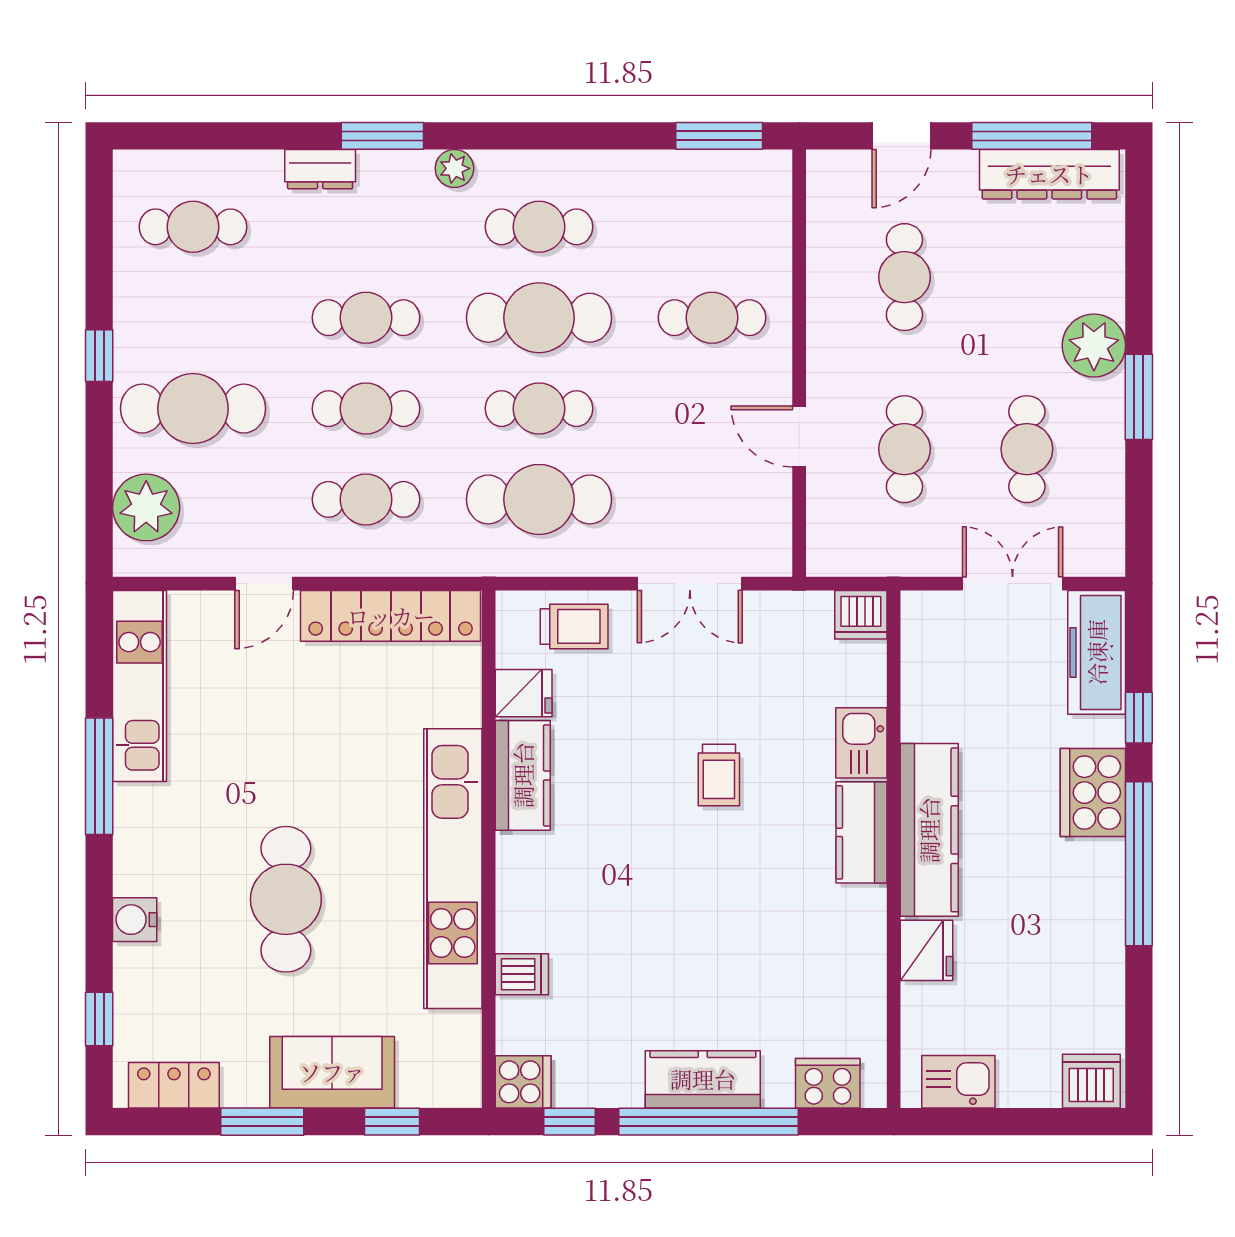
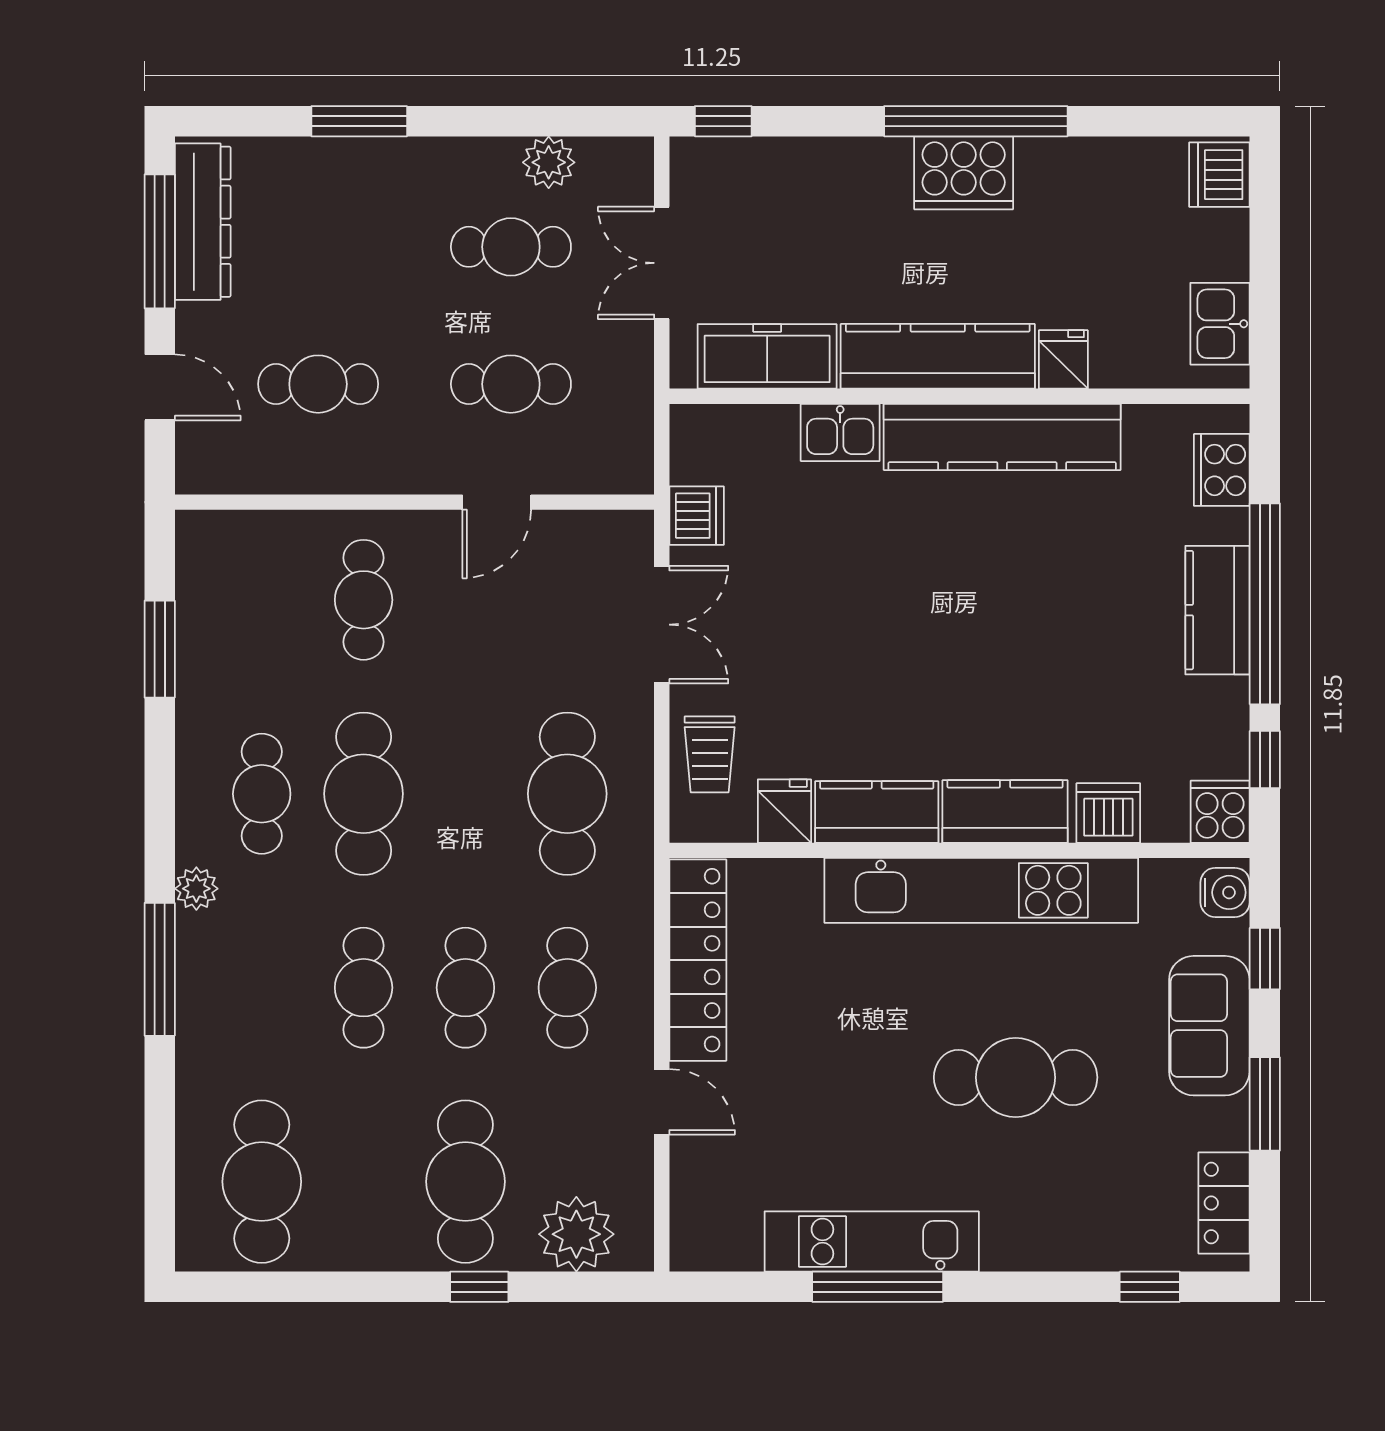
window: (382, 136) -> (160, 969), width x1.44
window: (719, 136) -> (160, 649), moved
dresser: (320, 169) -> (197, 1039), removed
cafe table: (193, 227) -> (262, 1182), width x1.37, depth x1.35
plant: (1094, 346) -> (549, 162), moved, width x0.73, depth x0.73
window: (99, 356) -> (479, 1287), moved
window: (1139, 397) -> (359, 121), moved
cafe table: (539, 409) -> (465, 794), removed
dishwasher: (861, 615) -> (697, 516), moved
trolley: (574, 626) -> (710, 754), turned 180
freezer: (1097, 652) -> (767, 356), moved, turned 180
kitchen unit: (140, 686) -> (872, 1242), moved
window: (1139, 718) -> (723, 121), moved
trolley: (719, 775) -> (876, 592), removed
cooker: (1093, 793) -> (964, 173), moved
kitchen counter: (862, 832) -> (1002, 437), width x2.08, depth x1.17
kitchen counter: (523, 890) -> (1005, 811), added
water cooler: (135, 920) -> (1225, 892), moved, turned -90
fridge: (926, 950) -> (1063, 359), width x0.72
dishwasher: (522, 974) -> (1108, 813), width x1.38

